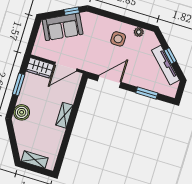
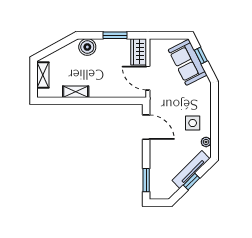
window: (72, 11) -> (201, 55), moved
tv unit: (166, 65) -> (191, 169), moved
window: (147, 93) -> (146, 180), moved
shelving: (64, 115) -> (76, 92), moved

